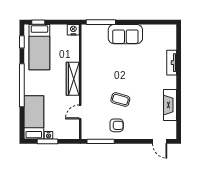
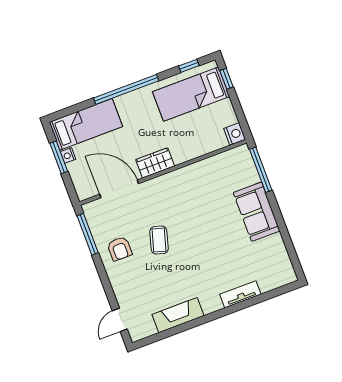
wardrobe: (73, 79) -> (155, 163), width x0.67
door: (80, 112) -> (119, 189), width x1.88

